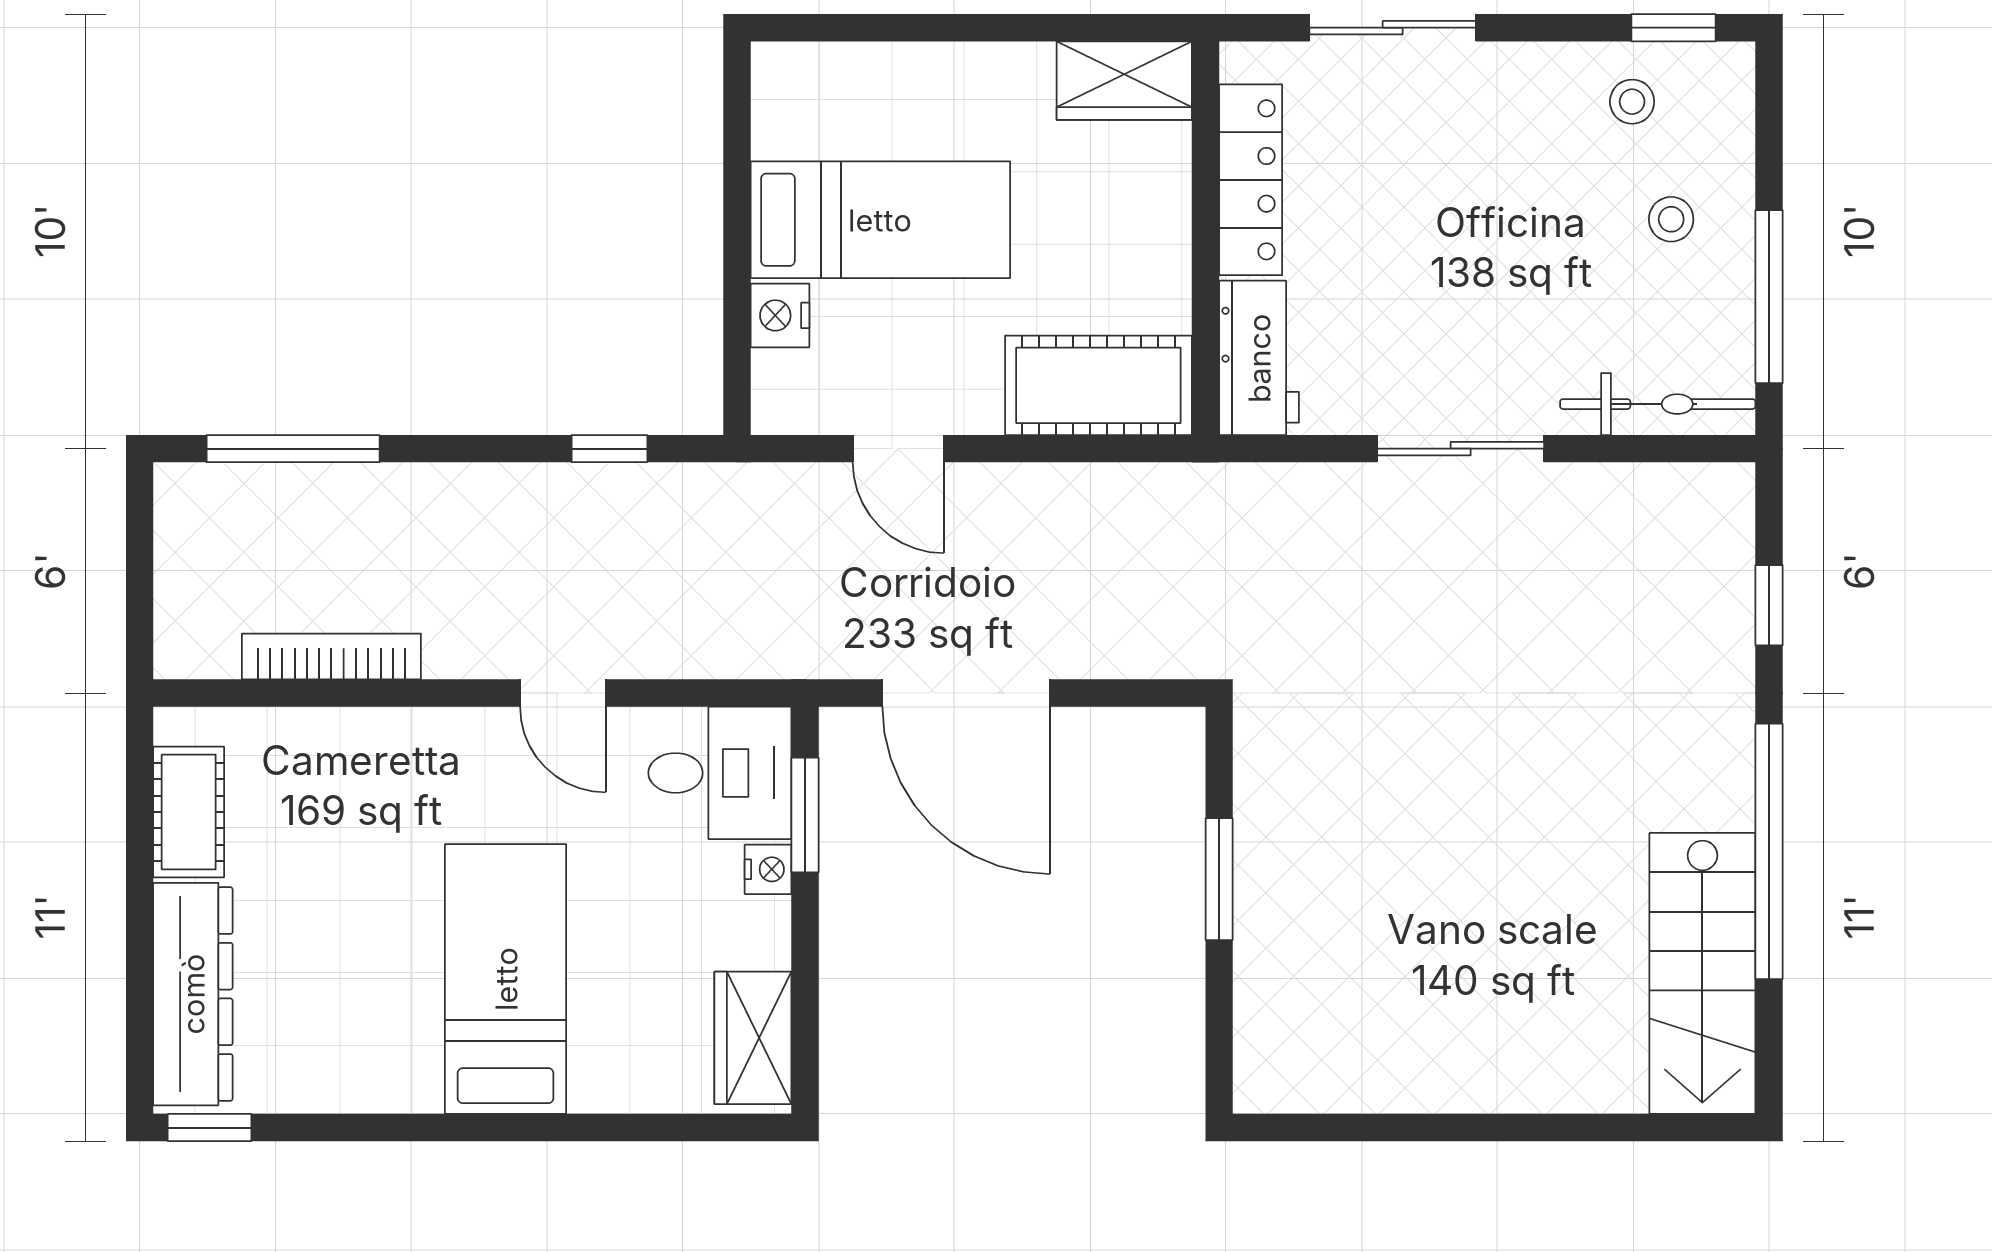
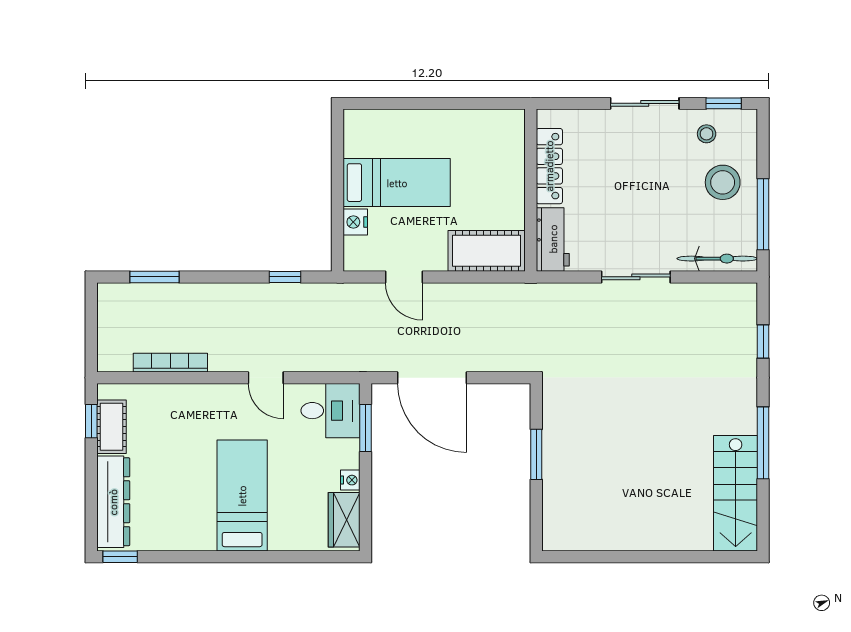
sliding door: (1393, 28) -> (645, 103), moved
wardrobe: (1124, 81) -> (497, 125), removed
stool: (1671, 219) -> (723, 182), width x1.89, depth x1.89
window: (293, 449) -> (155, 277), width x0.69
window: (140, 799) -> (91, 421), added
window: (1769, 851) -> (763, 443), width x0.68
nightstand: (768, 869) -> (350, 480), moved

